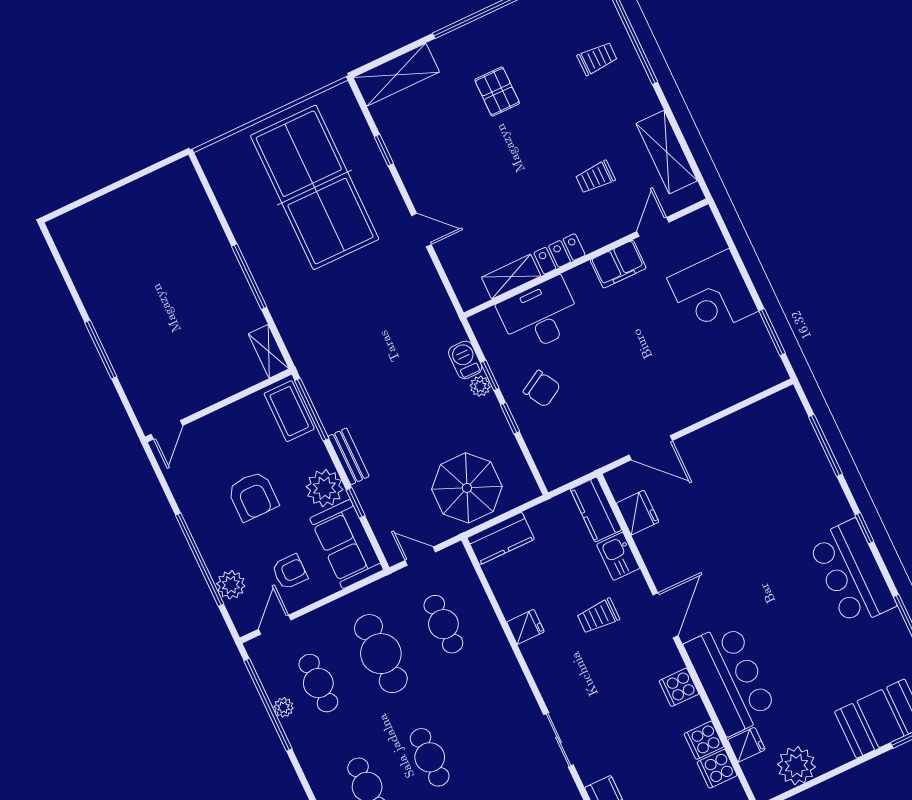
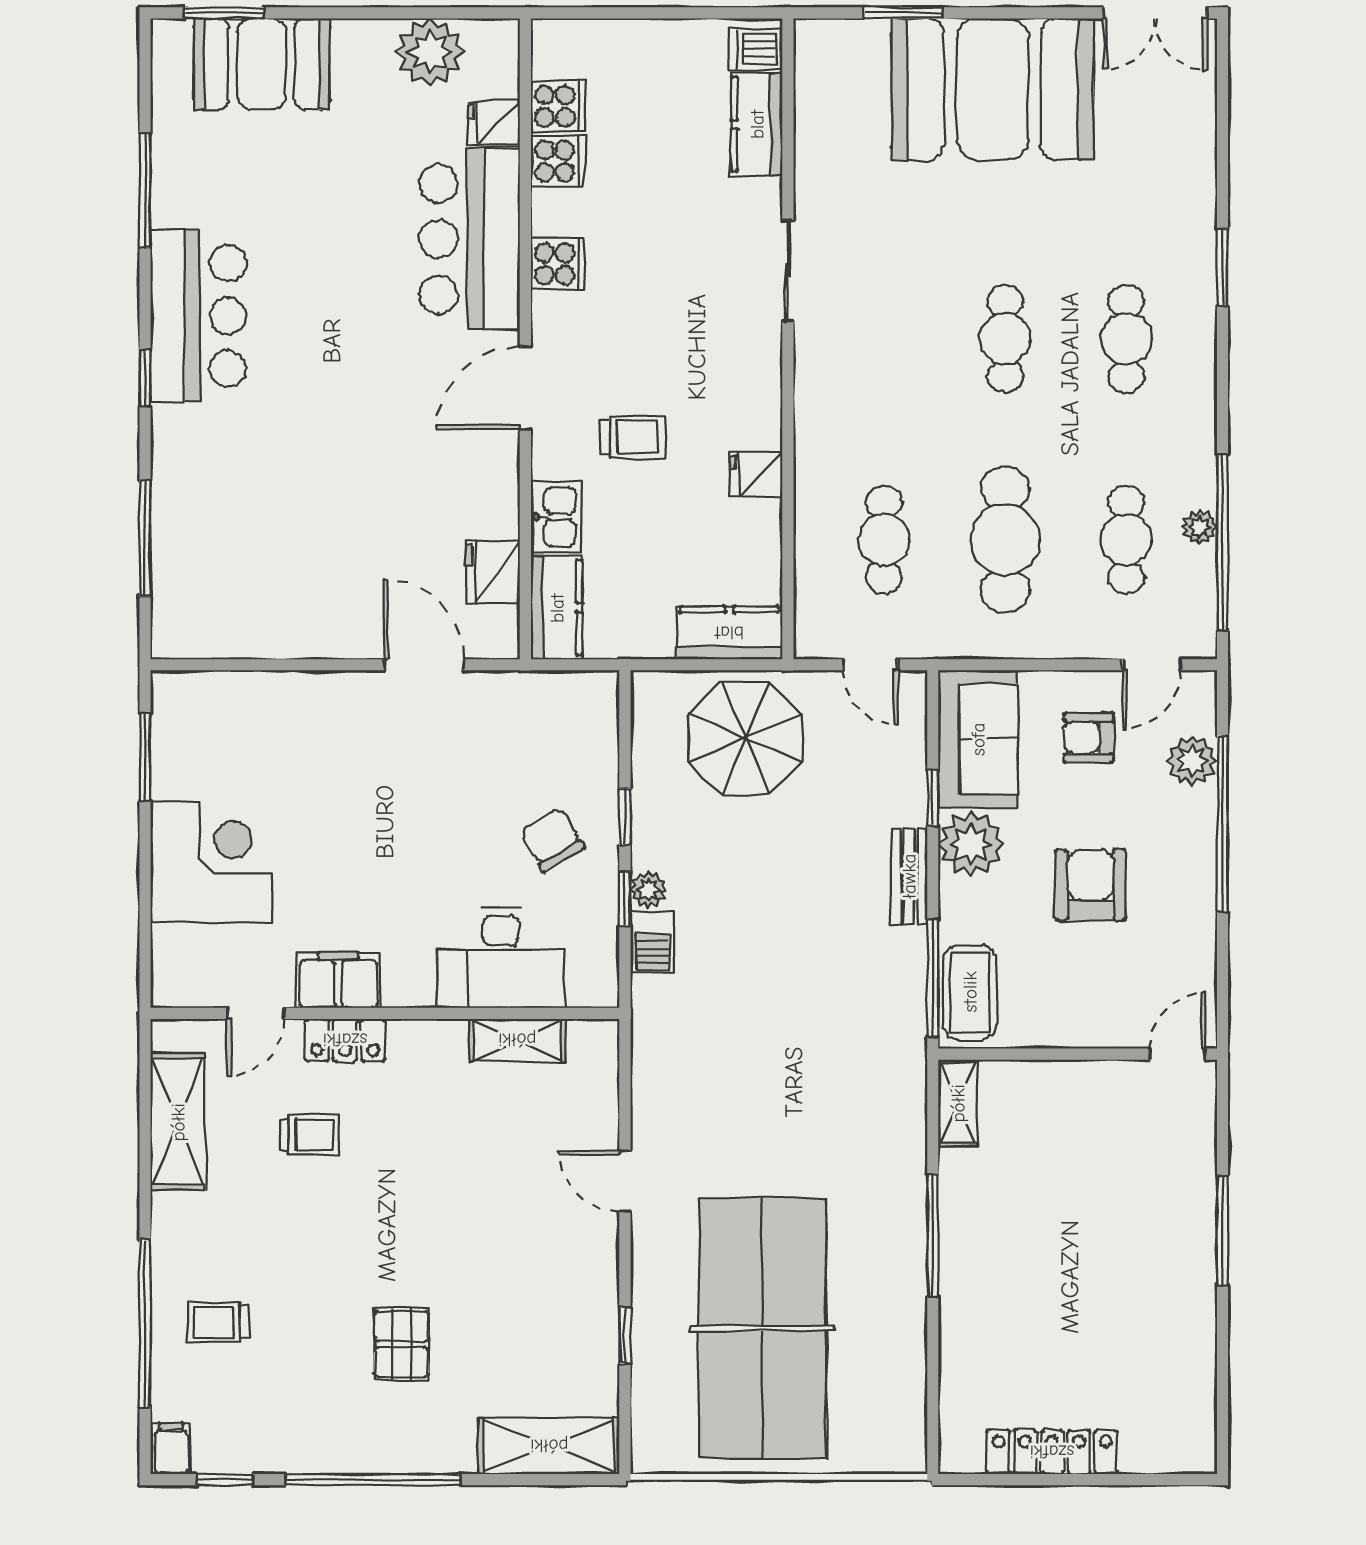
locker: (135, 194) -> (1052, 1452), added
locker: (560, 254) -> (345, 1040), moved

